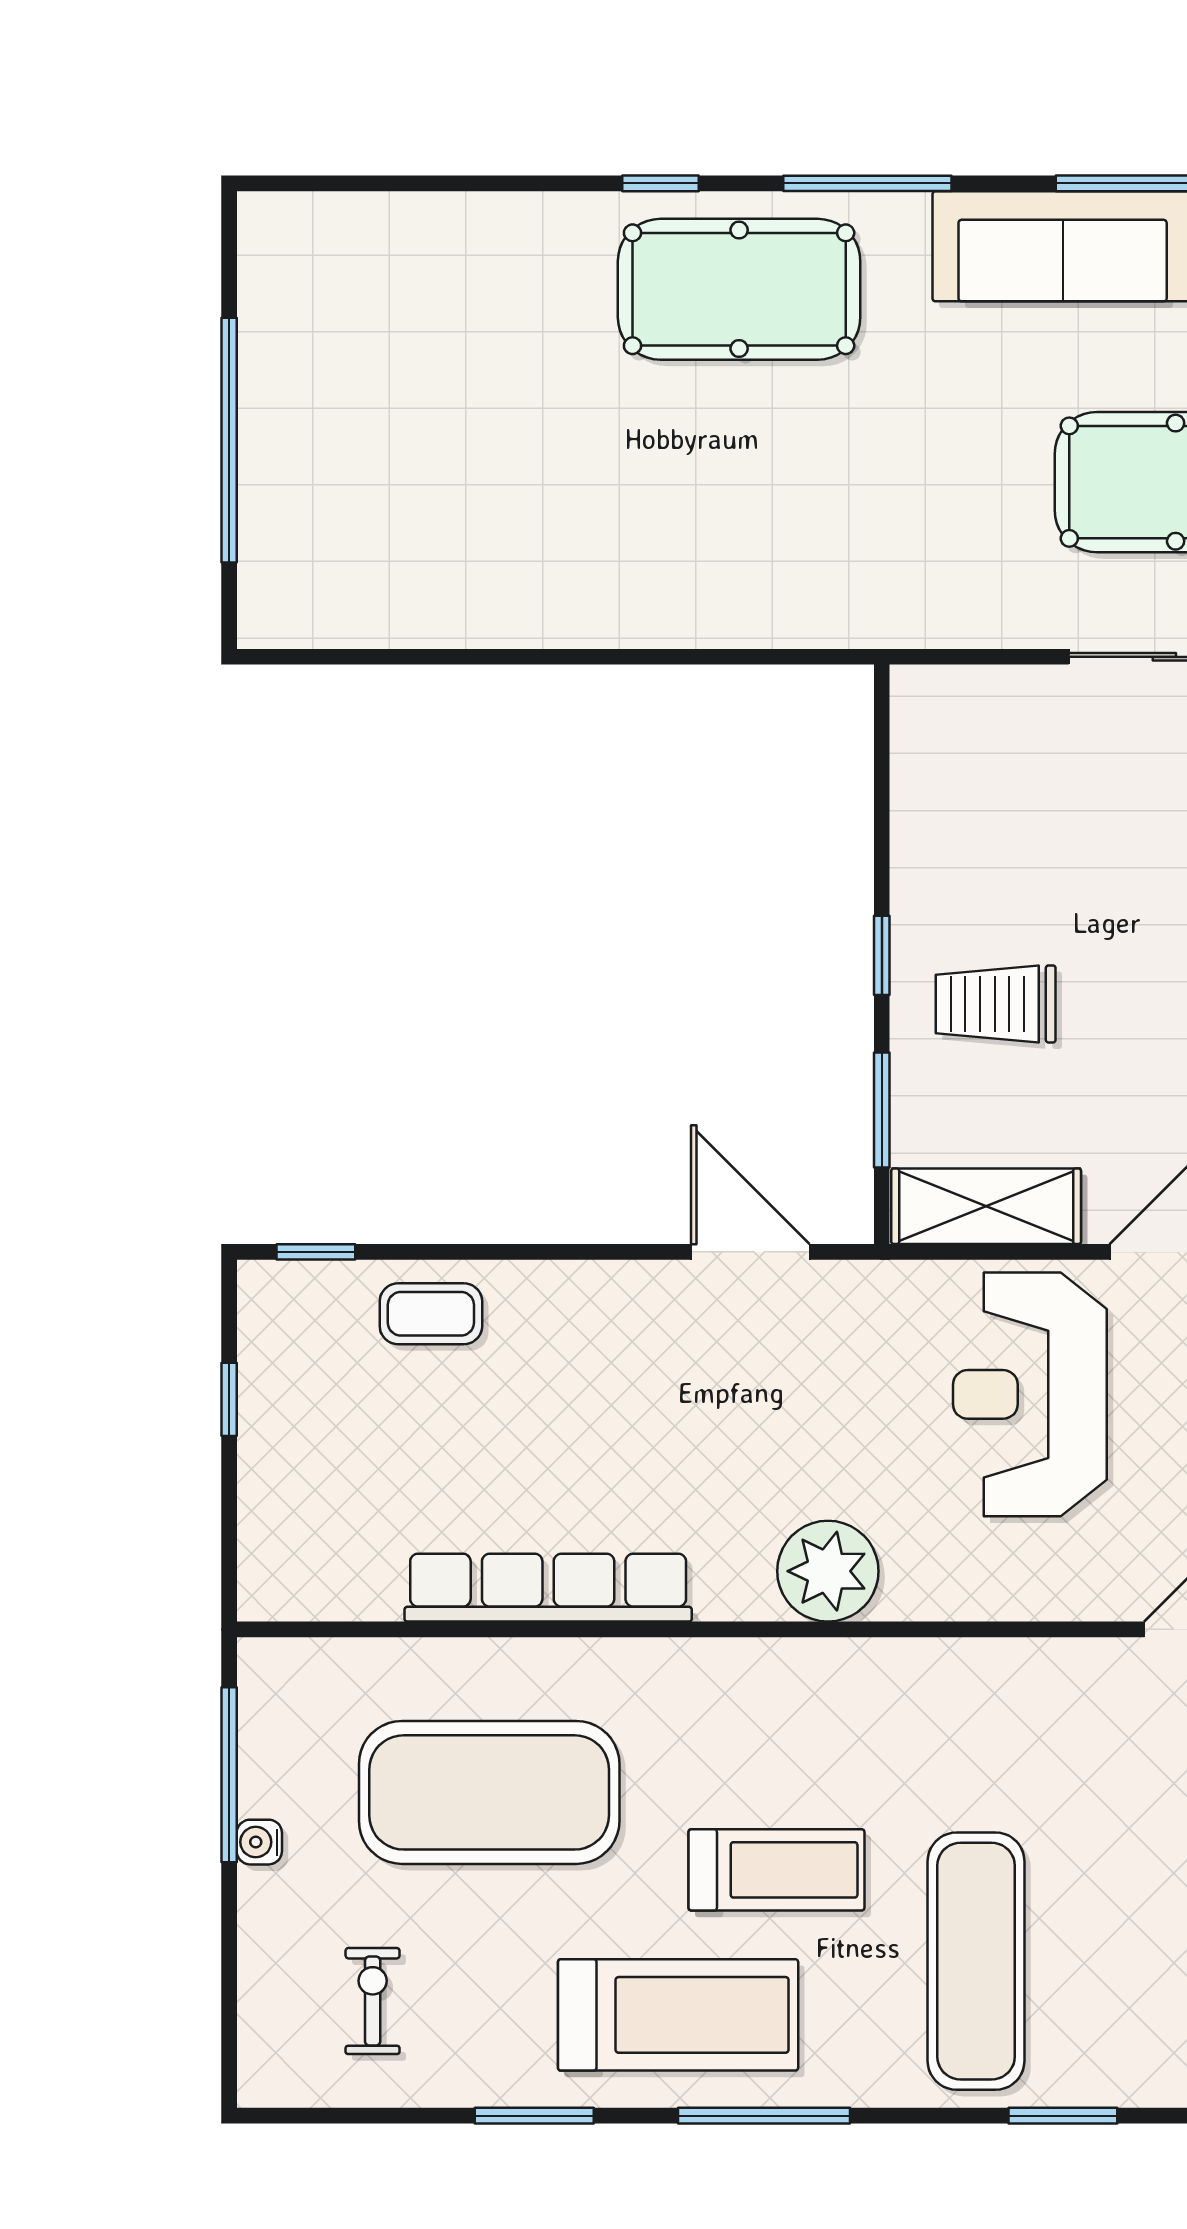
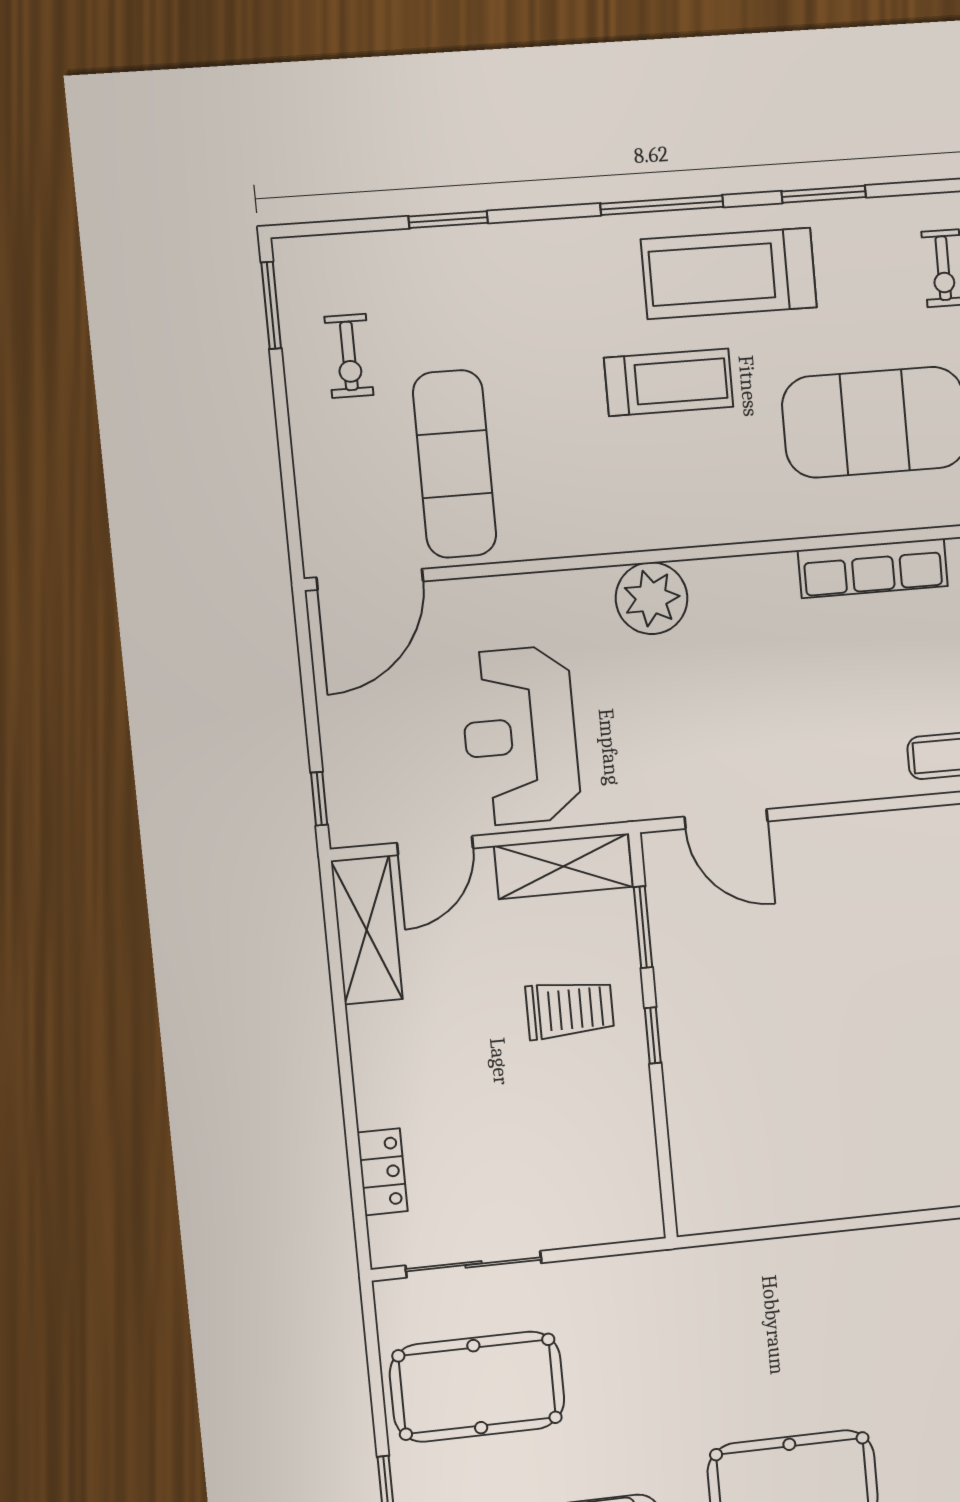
reception desk: (1030, 1394) -> (520, 736), turned 180
row of seats: (548, 1588) -> (873, 568), width x0.73
treadmill: (777, 1870) -> (669, 382), turned 180
exercise mat: (976, 1961) -> (455, 464), moved

